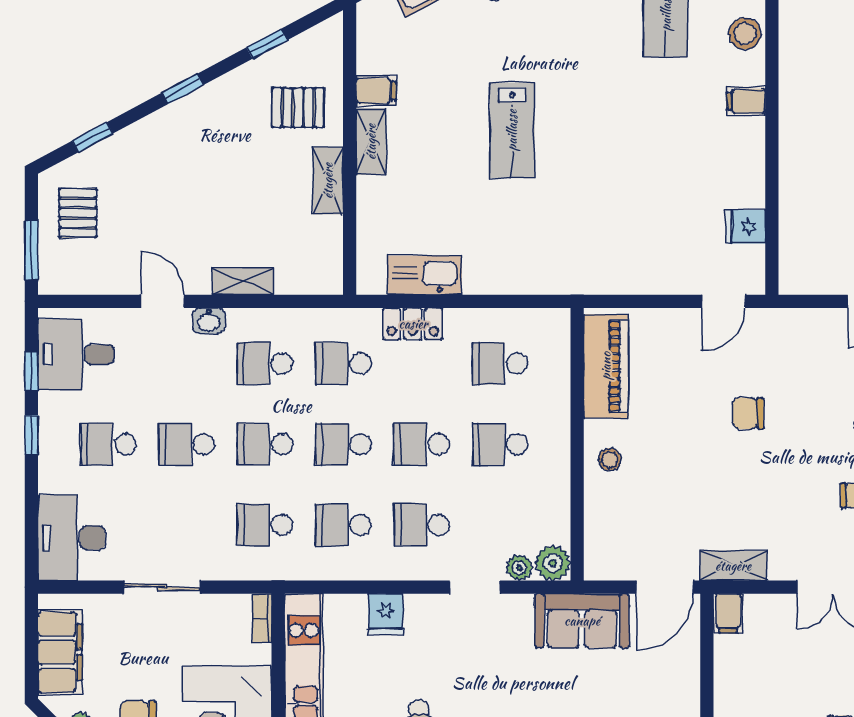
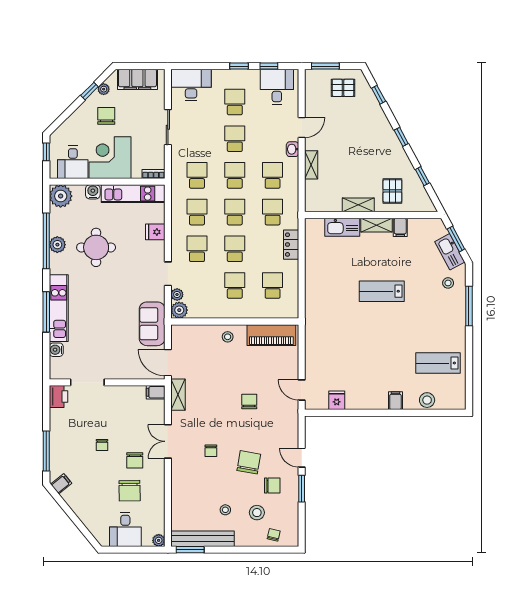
kitchen sink: (425, 275) -> (342, 227), moved, turned 90

